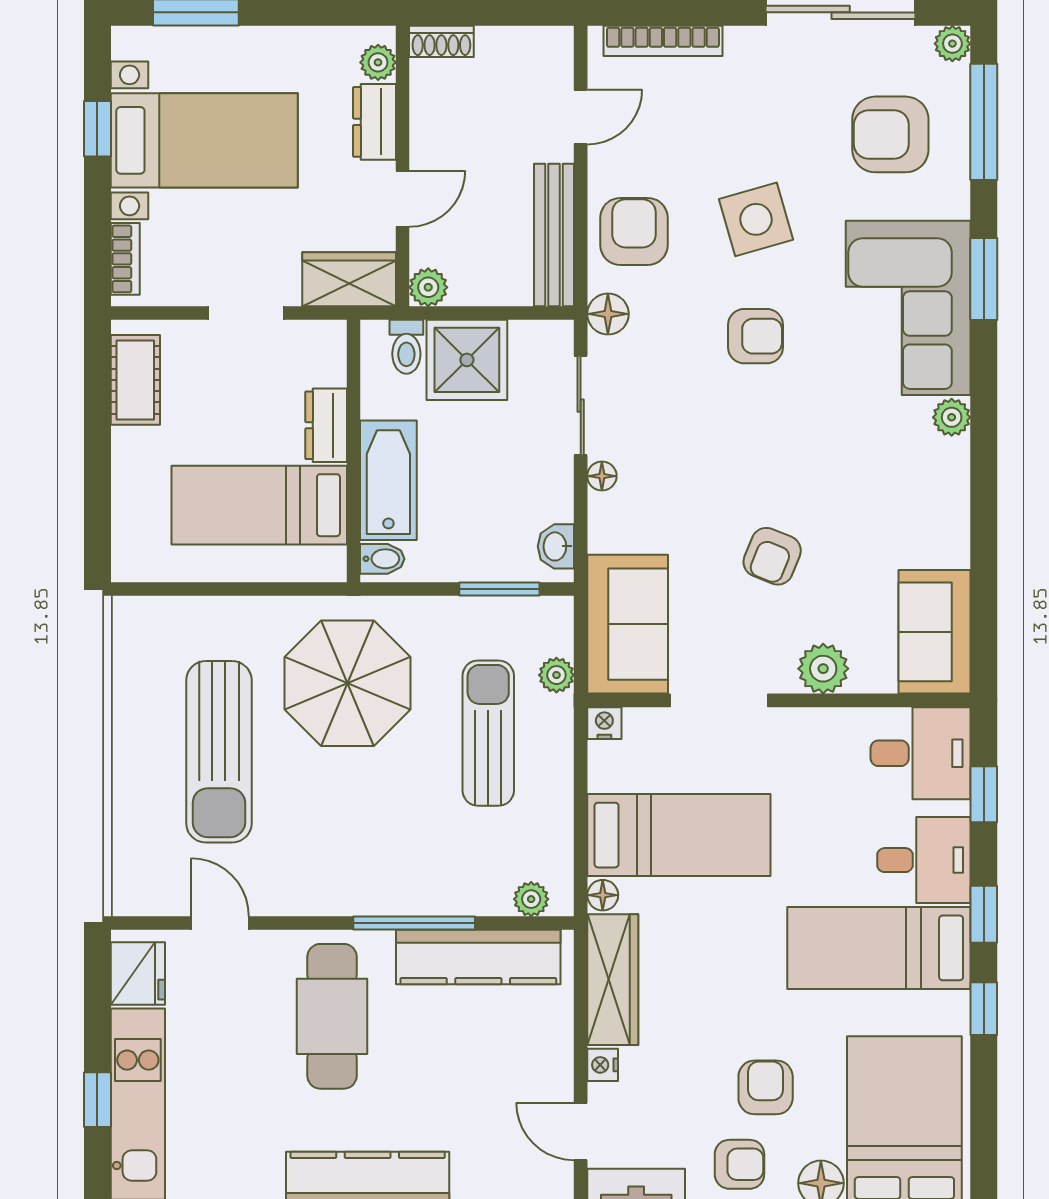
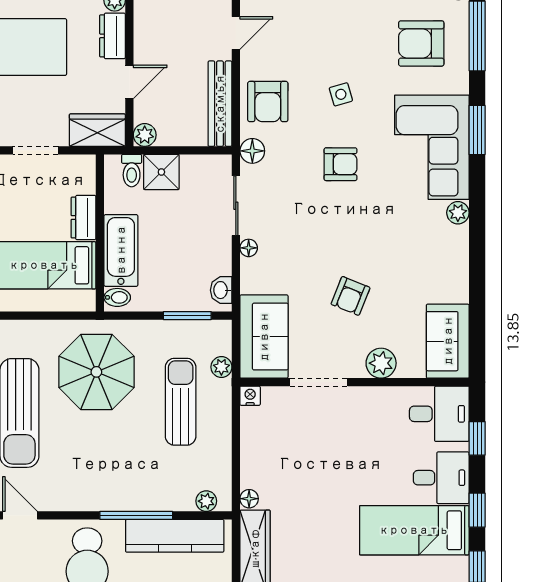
side table: (756, 219) -> (341, 94), width x0.54, depth x0.54
armchair: (634, 231) -> (268, 102), turned 180
shower: (467, 360) -> (161, 172), width x0.73, depth x0.73
bed: (679, 835) -> (295, 463), removed

